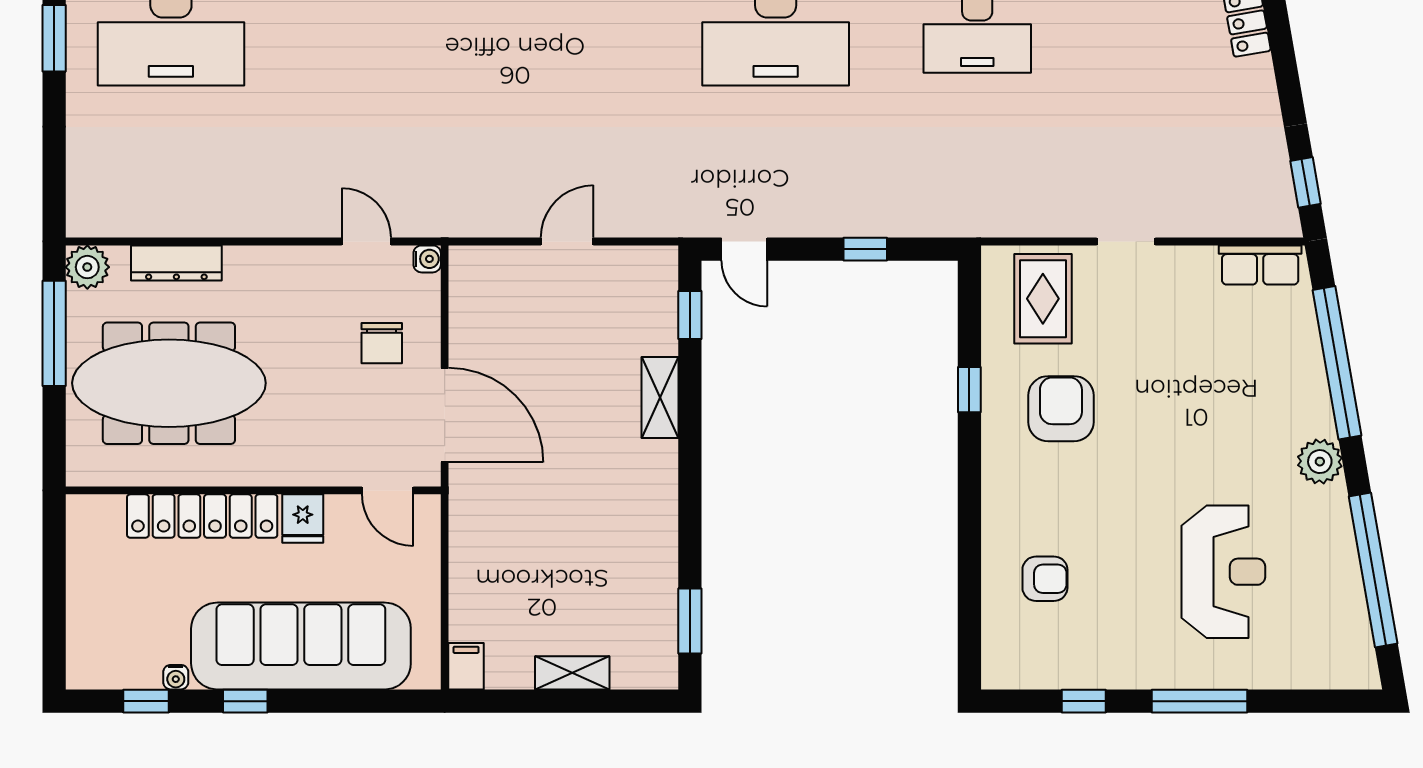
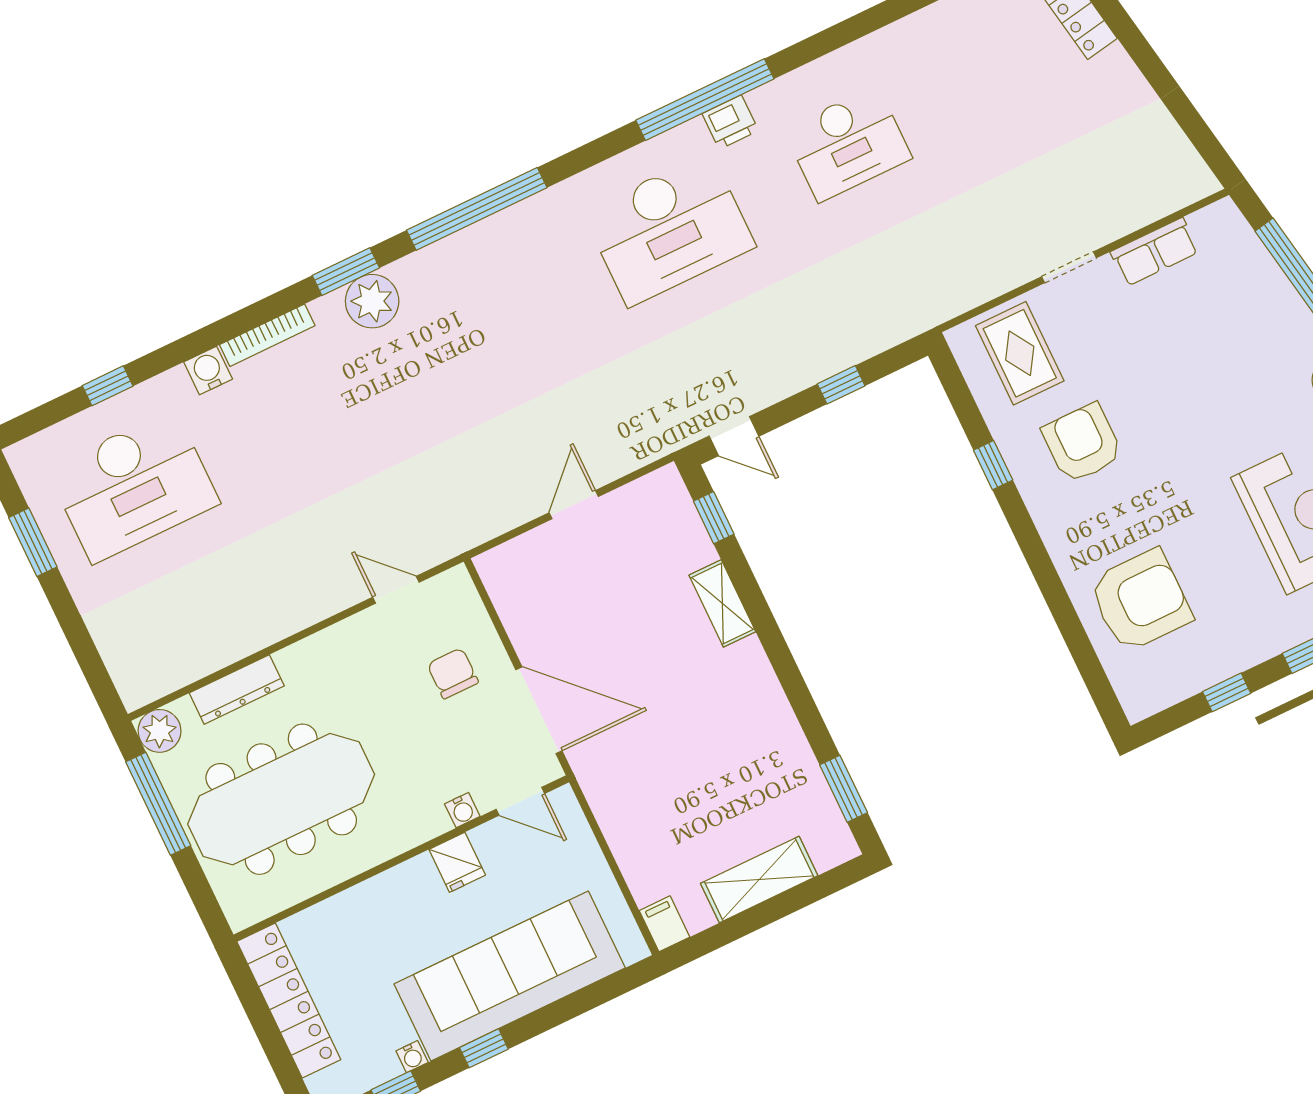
window: (1306, 182) -> (1203, 139), removed
water cooler: (427, 259) -> (462, 810), moved, turned 90
row of seats: (1260, 265) -> (1155, 252), moved
chair: (382, 343) -> (453, 673), turned 180
locker: (202, 516) -> (289, 1000), moved, turned -90
armchair: (1045, 579) -> (1140, 601), width x1.88, depth x1.88
shelving: (572, 673) -> (759, 880), width x1.50, depth x1.33

